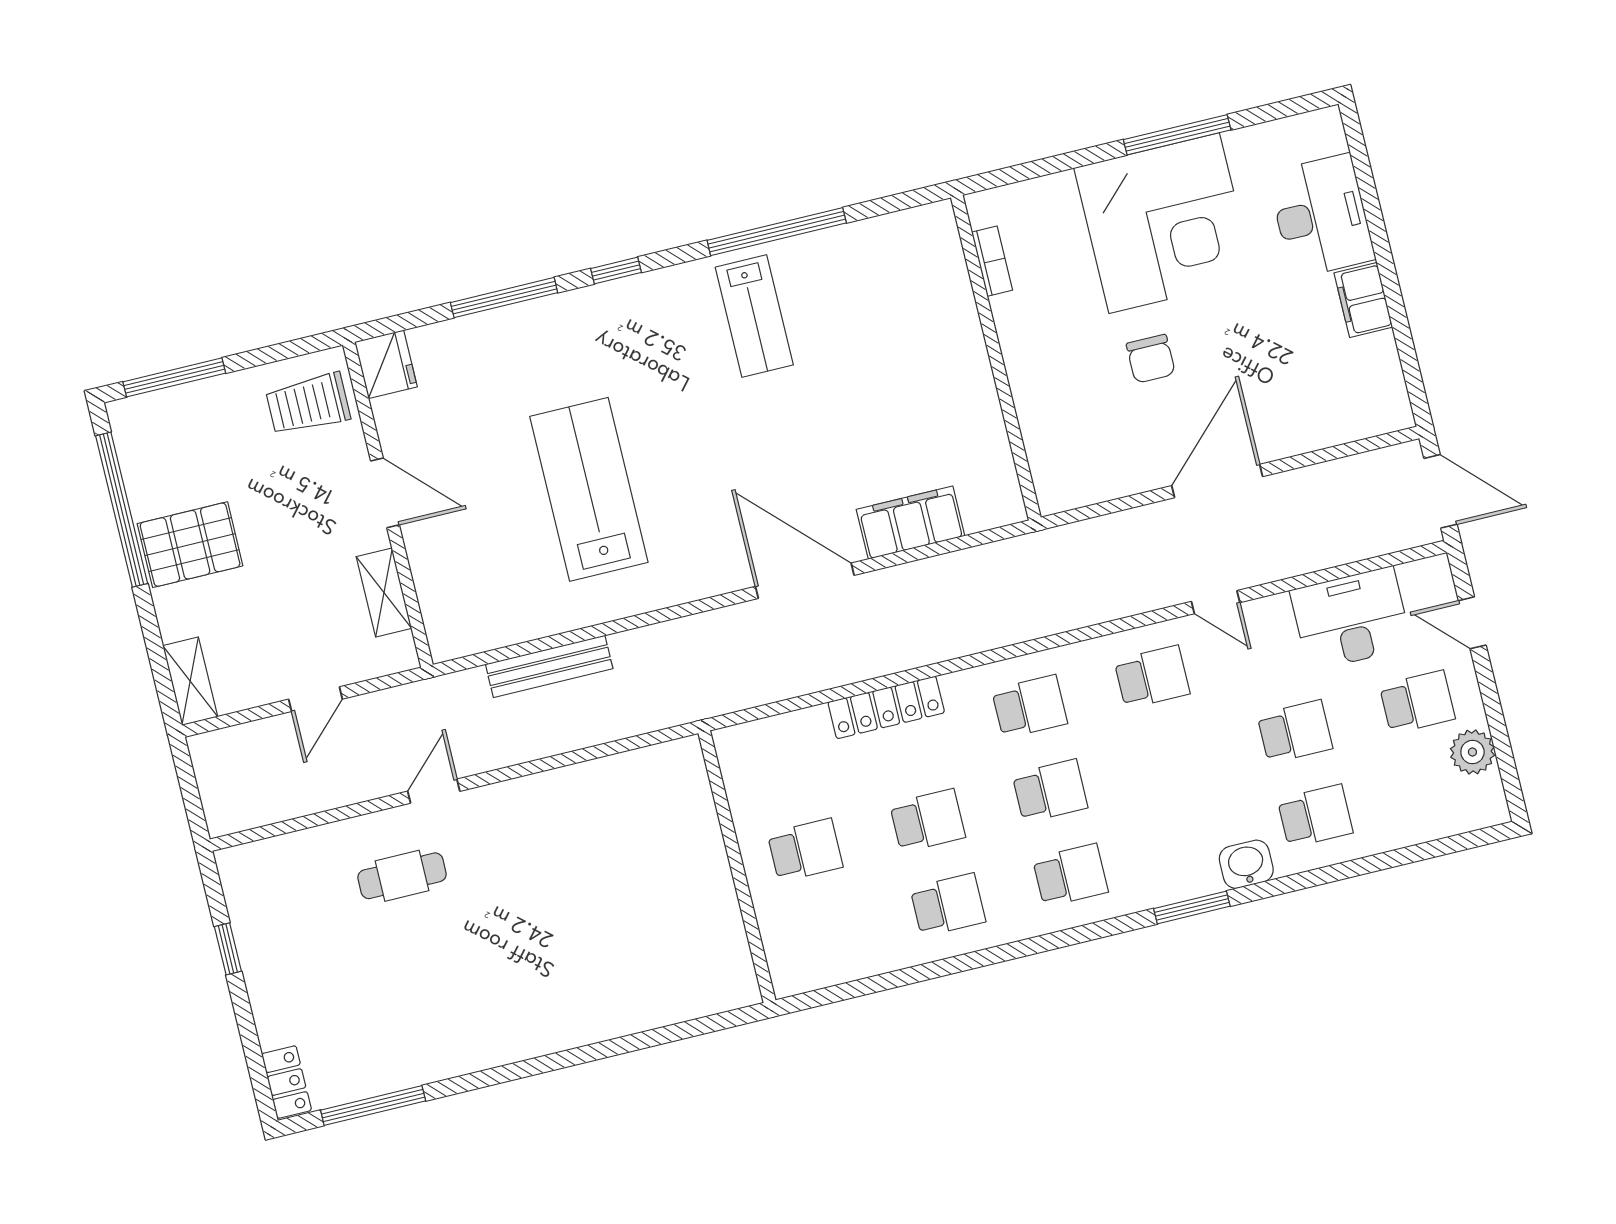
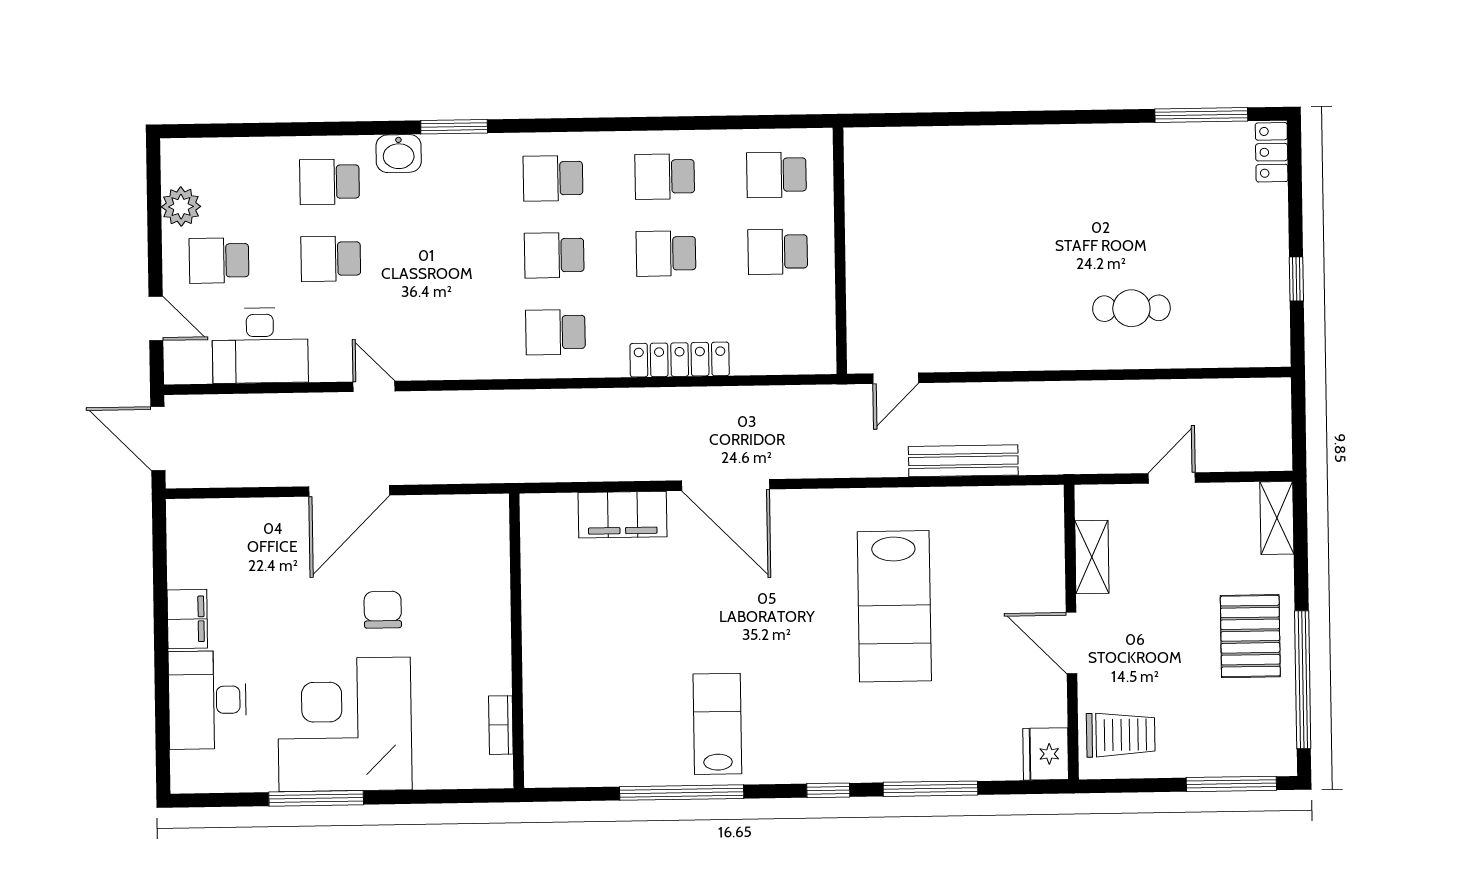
pallet: (190, 545) -> (1250, 636), turned 90
school desk: (1152, 677) -> (776, 175), moved
door: (434, 791) -> (896, 378), moved

